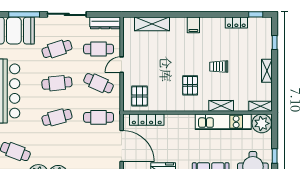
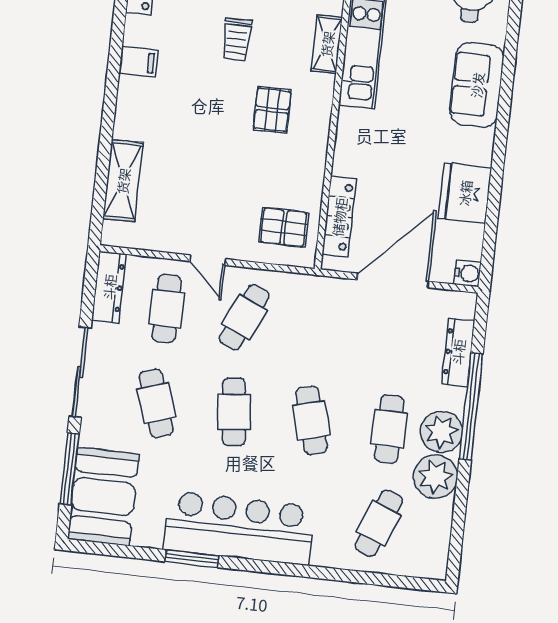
filing cabinet: (193, 25) -> (138, 62), moved
pallet: (190, 85) -> (272, 110), turned 90
cafe table: (99, 117) -> (389, 429), moved

